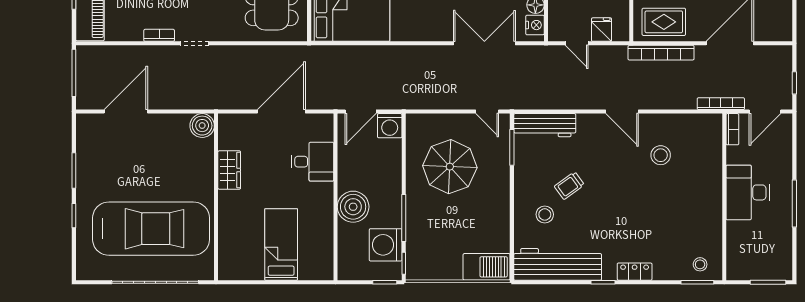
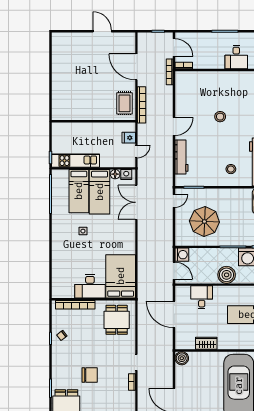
workbench: (545, 125) -> (182, 157), moved
stool: (661, 155) -> (220, 117), moved
trolley: (569, 186) -> (215, 156), removed
desk: (748, 192) -> (236, 57), moved, width x0.73

